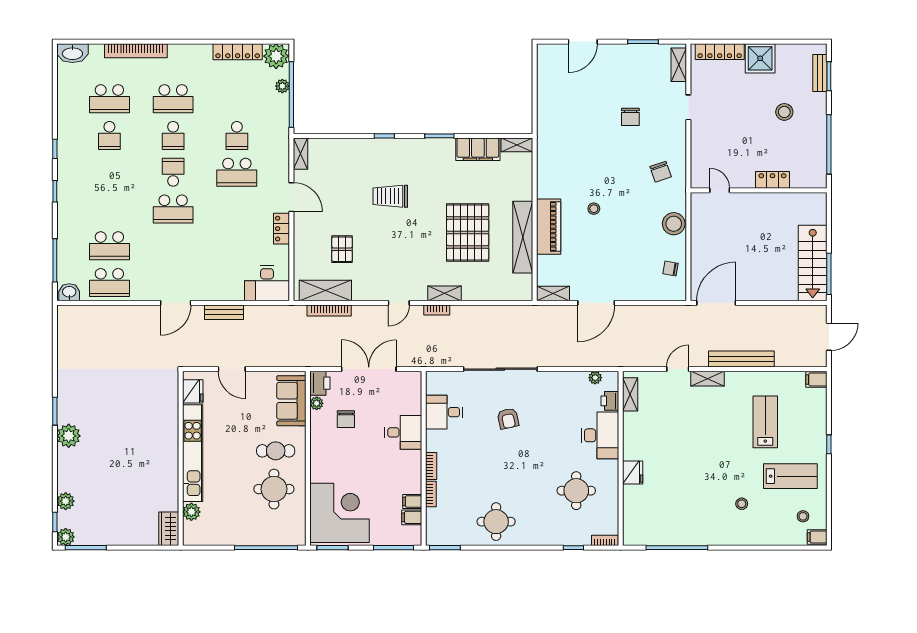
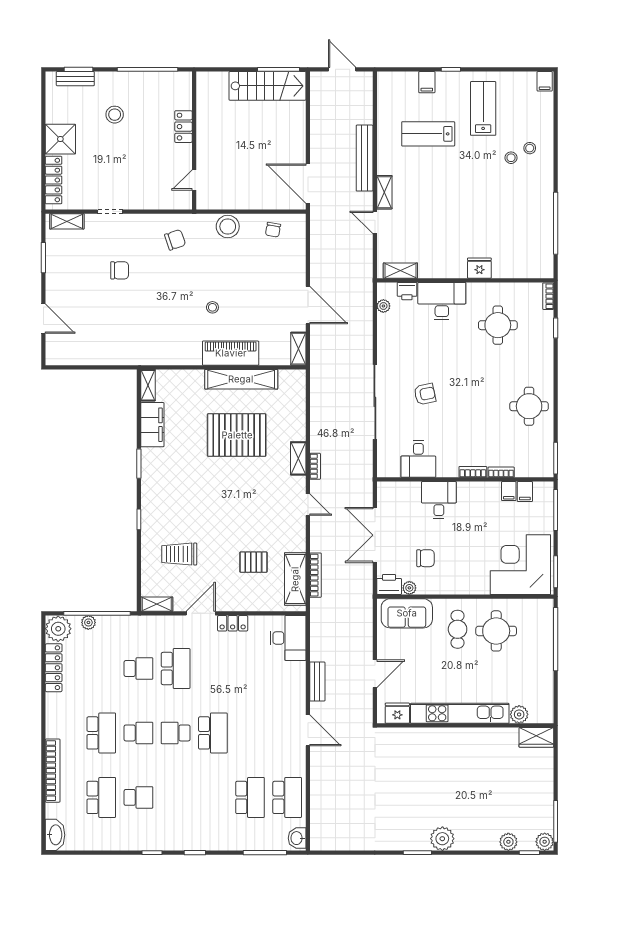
trolley: (390, 196) -> (179, 554), moved, turned 90
filing cabinet: (816, 380) -> (427, 82), moved
stool: (803, 516) -> (530, 148), moved

